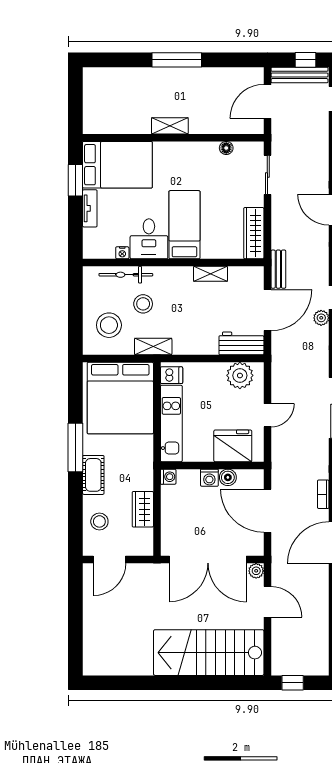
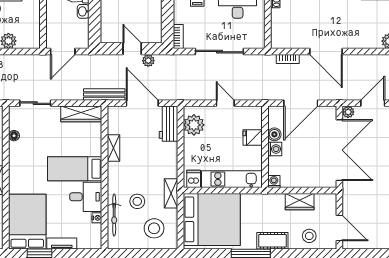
bench: (278, 269) -> (104, 94), width x1.36
fridge: (233, 446) -> (253, 137), width x0.53, depth x0.75

